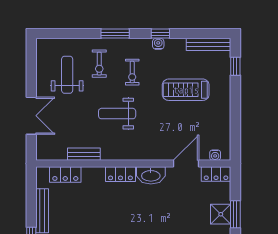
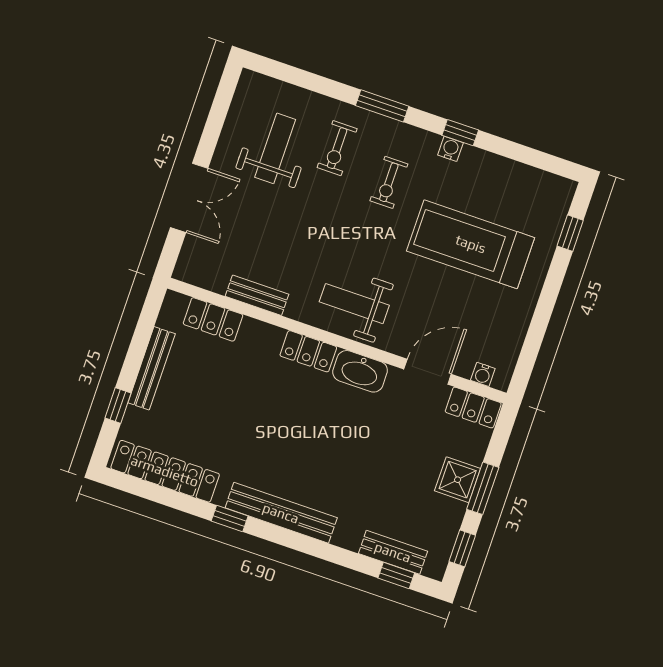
bench: (209, 44) -> (537, 180), removed
treadmill: (186, 90) -> (471, 244), width x1.37, depth x1.38
weight bench: (117, 114) -> (354, 304), moved

